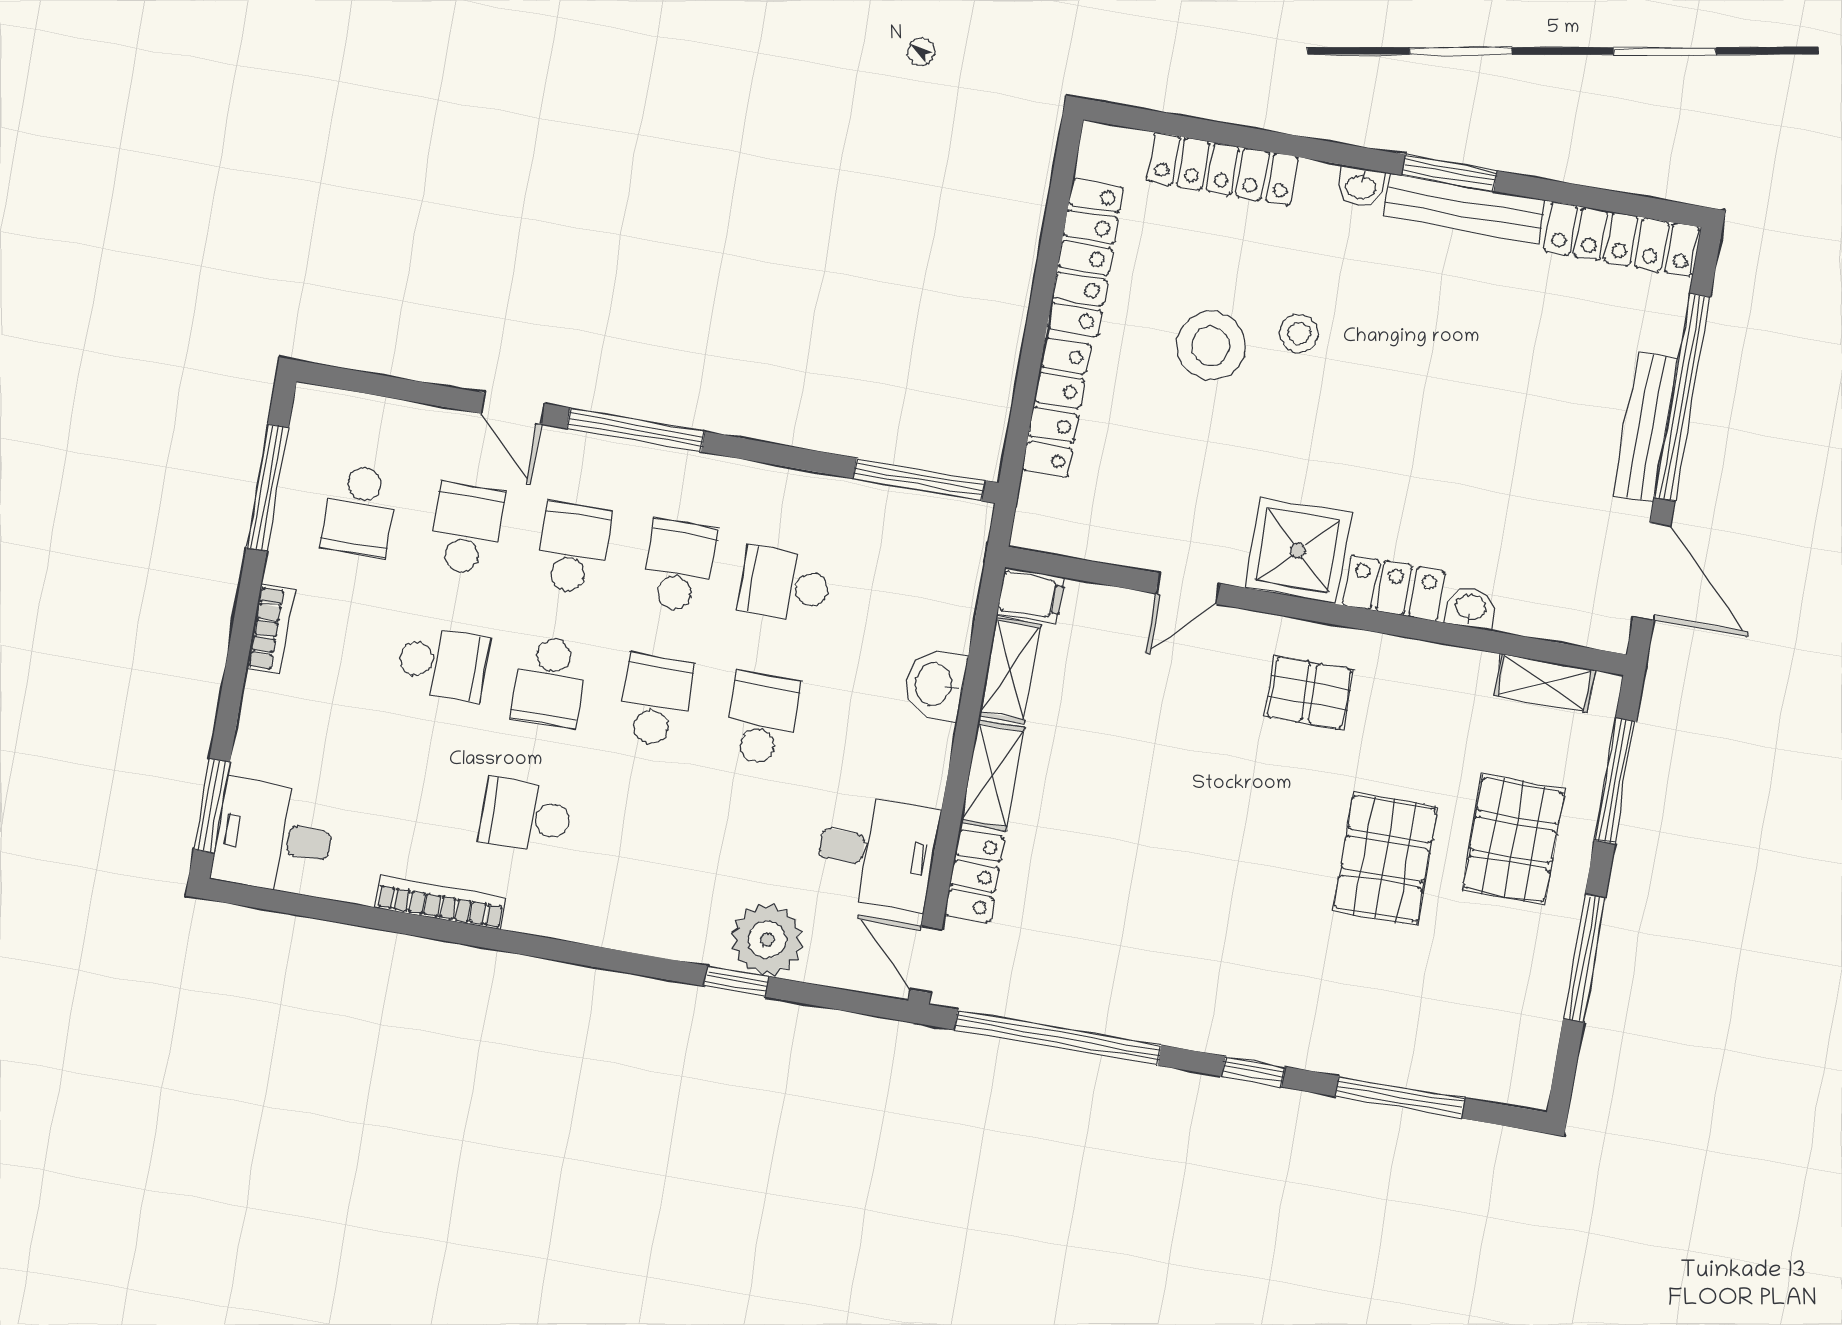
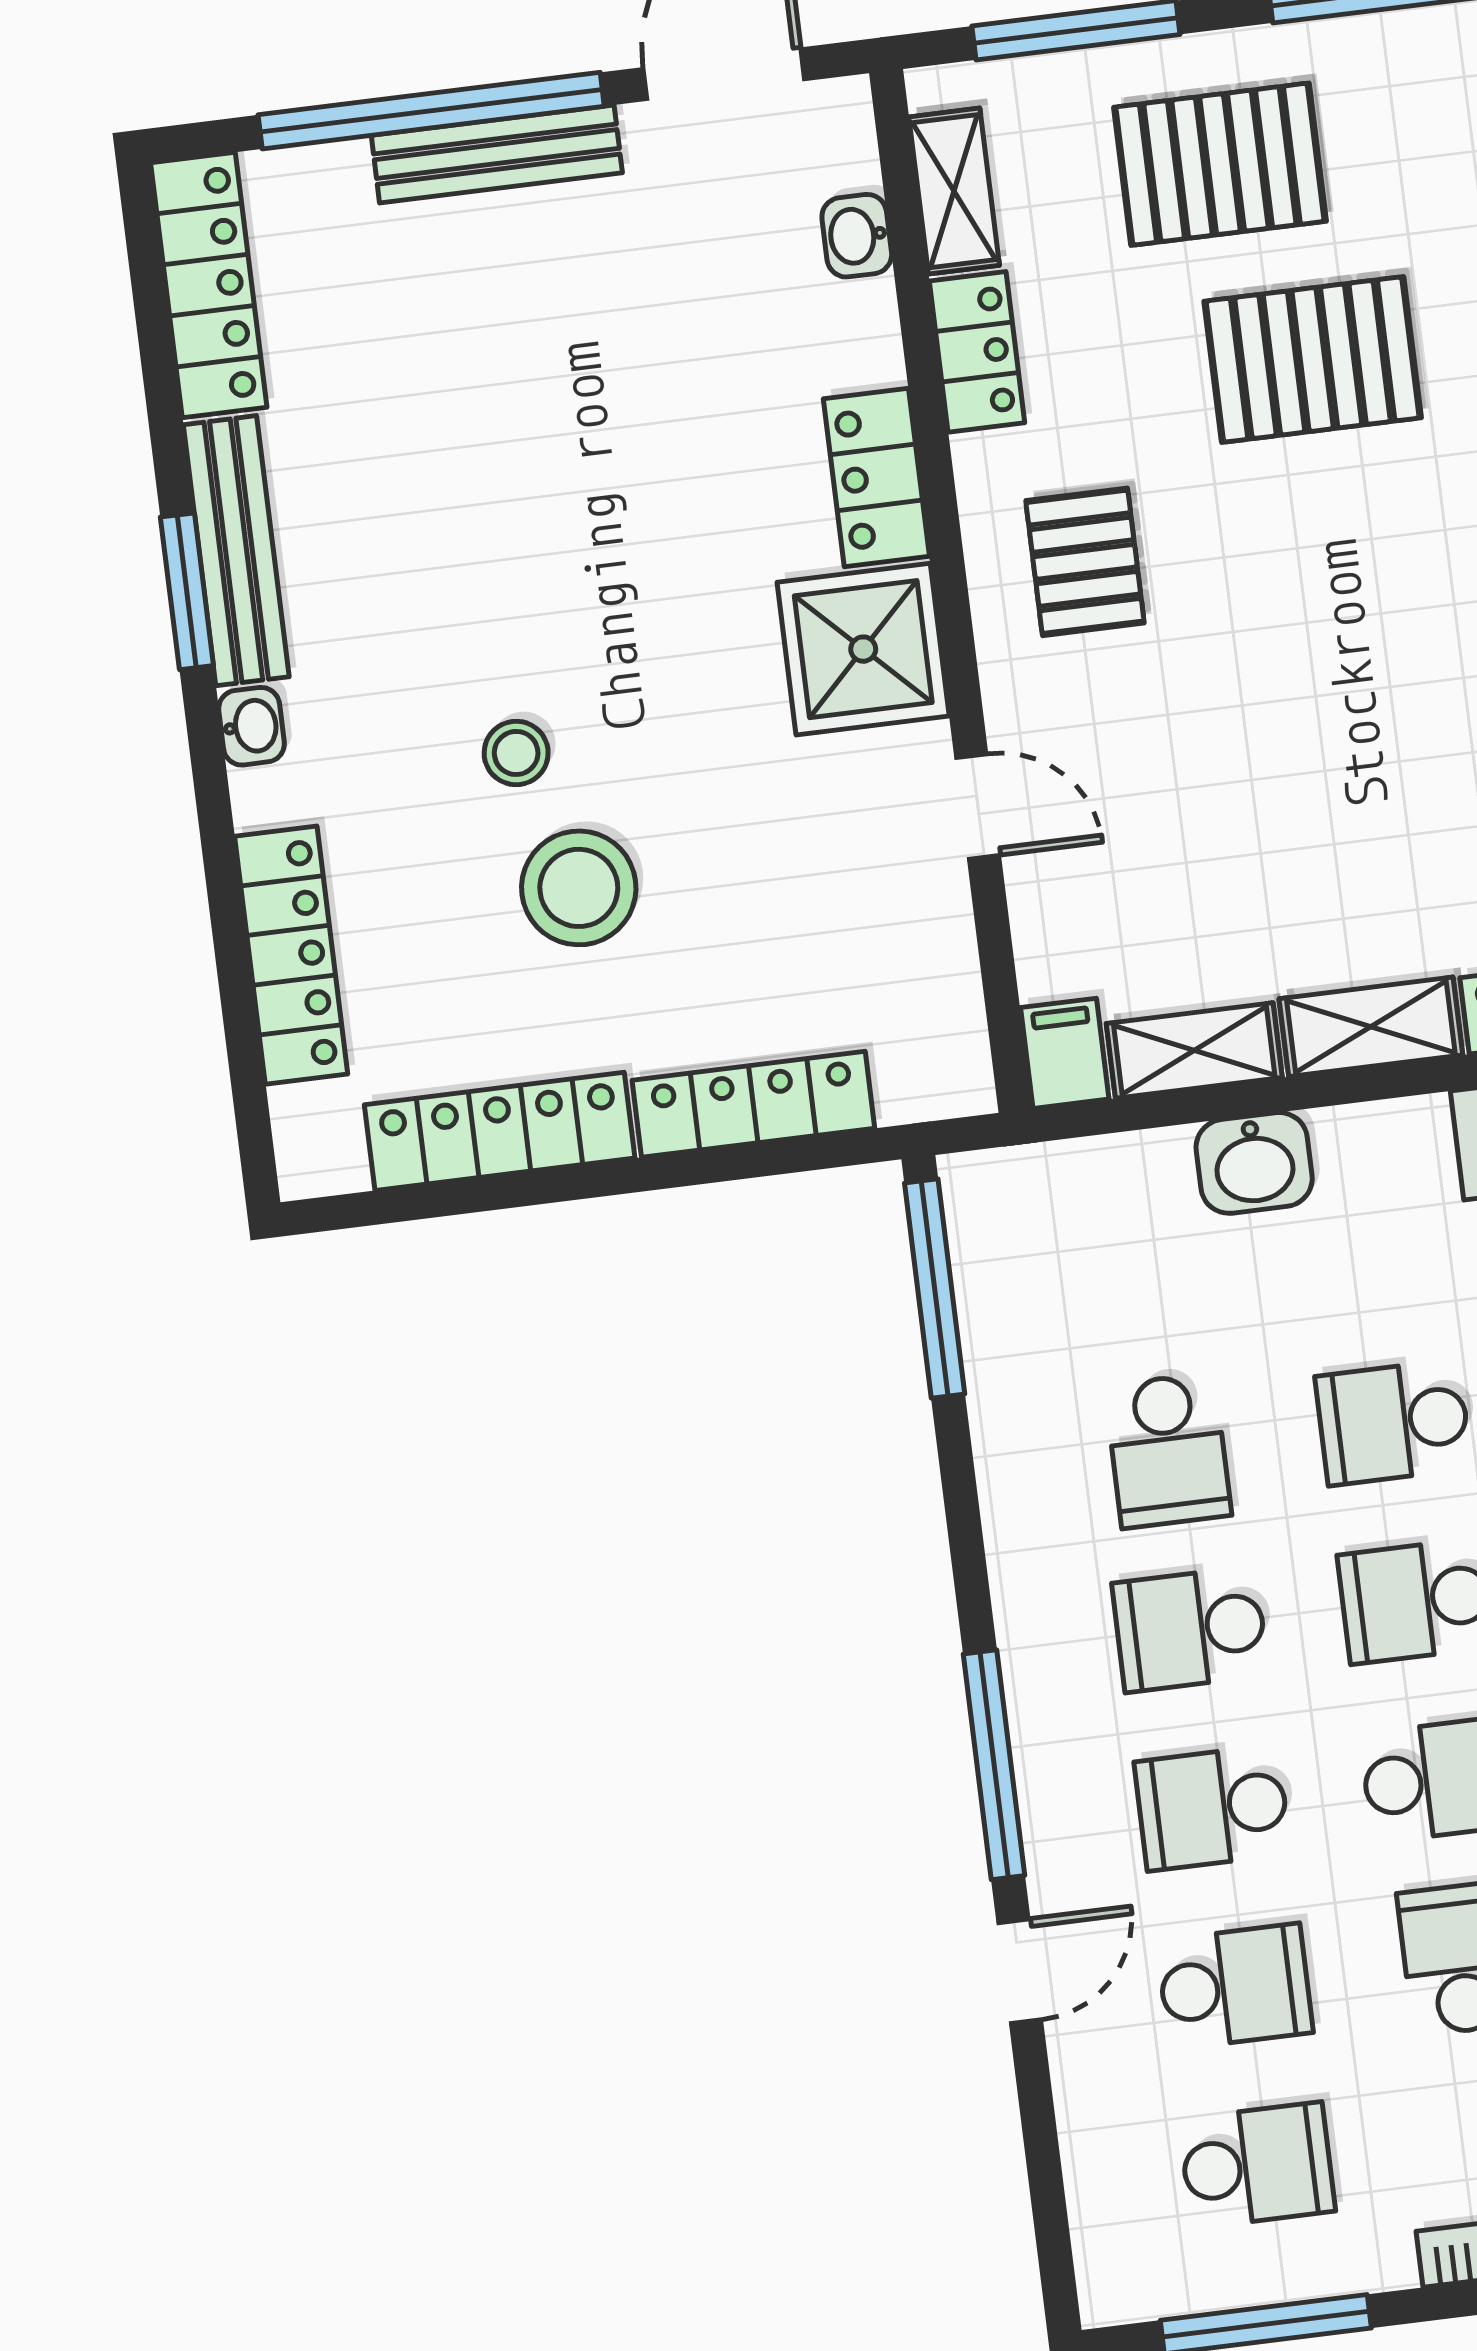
school desk: (466, 529) -> (1235, 1987), turned 180
washbasin: (1471, 608) -> (857, 236), moved
locker: (1448, 668) -> (977, 352), added

